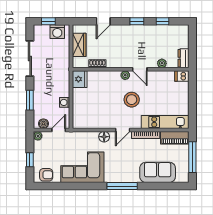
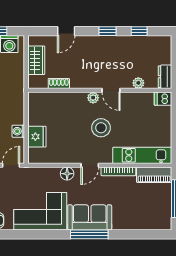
fridge: (80, 79) -> (37, 137), moved
sofa: (158, 172) -> (90, 217), moved

